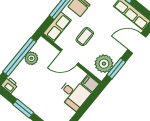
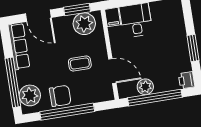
row of seats: (57, 27) -> (97, 94), removed
door: (69, 57) -> (112, 71), moved

